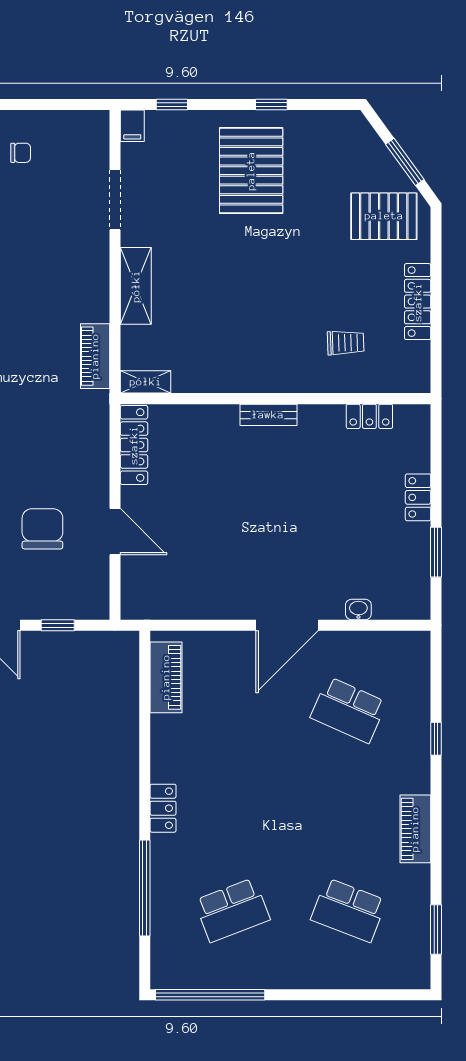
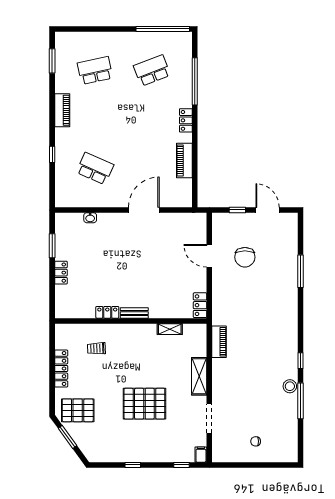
pallet: (251, 171) -> (144, 404), moved, turned 90
shelving: (146, 382) -> (170, 329), moved
locker: (369, 416) -> (107, 312), moved
locker: (134, 445) -> (200, 305), width x0.66
door: (287, 625) -> (144, 210), moved
piano: (166, 677) -> (184, 160), moved
school desk: (349, 910) -> (95, 70), turned -33

